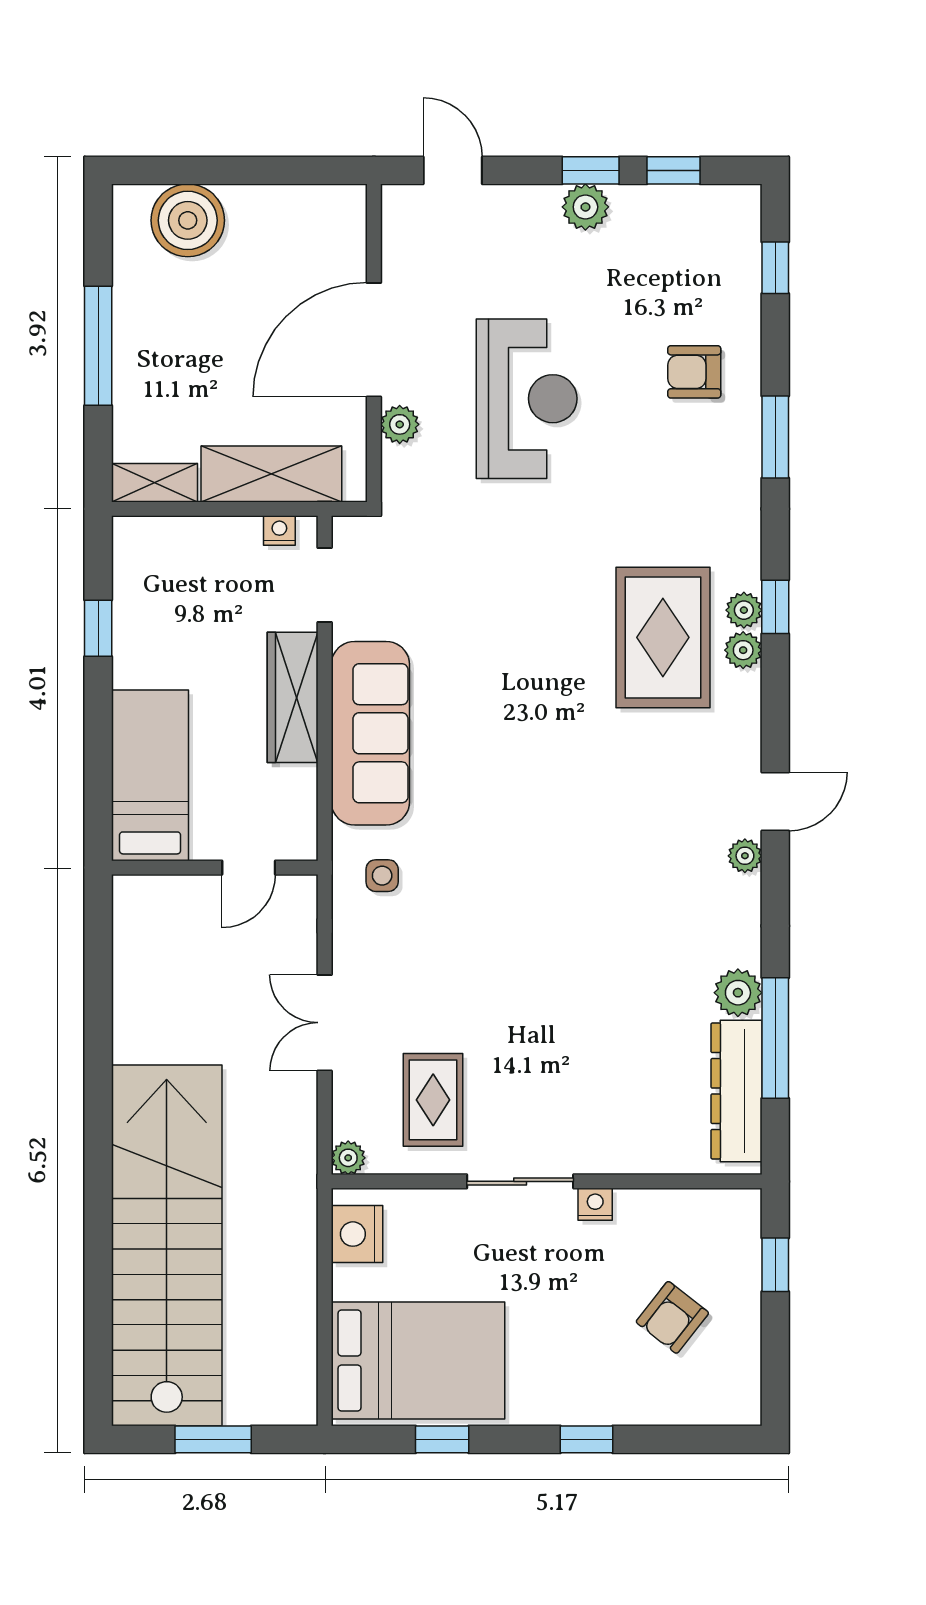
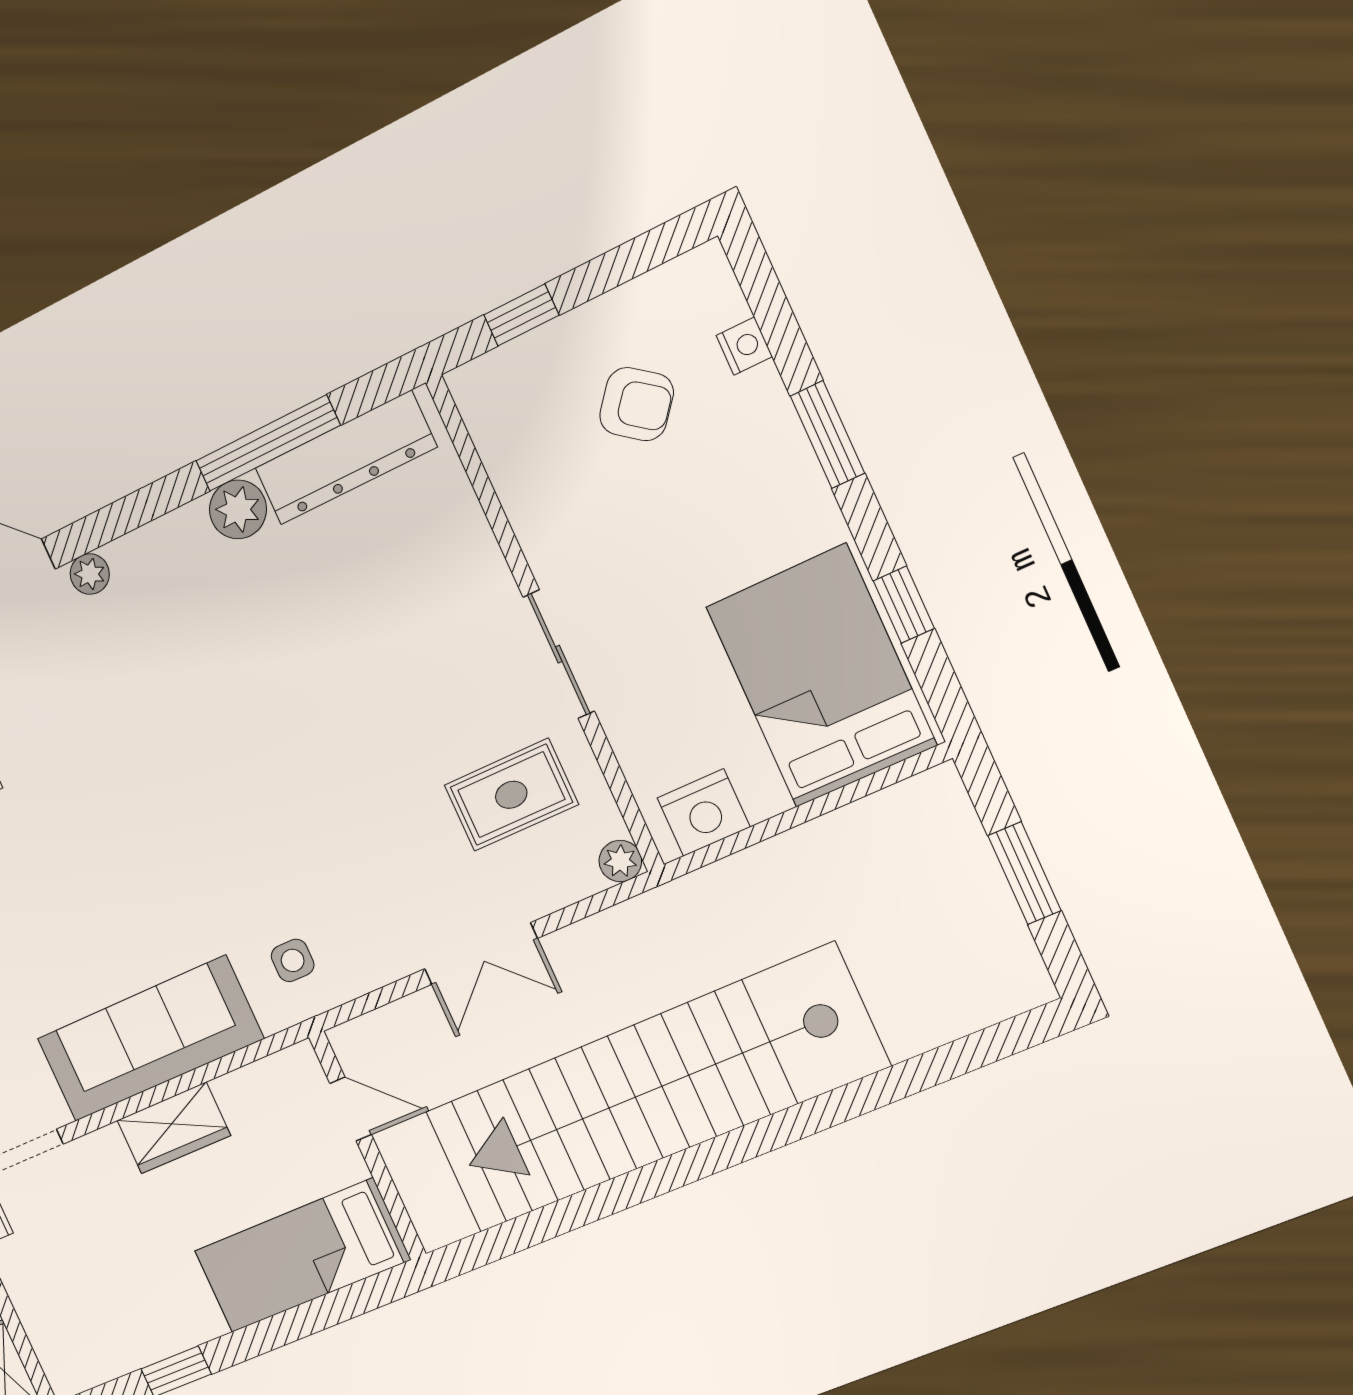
wardrobe: (293, 697) -> (174, 1128), width x0.67
nightstand: (595, 1204) -> (744, 346), moved, turned 180
stairs: (167, 1245) -> (654, 1090), moved
window: (587, 1439) -> (827, 435), width x1.50

